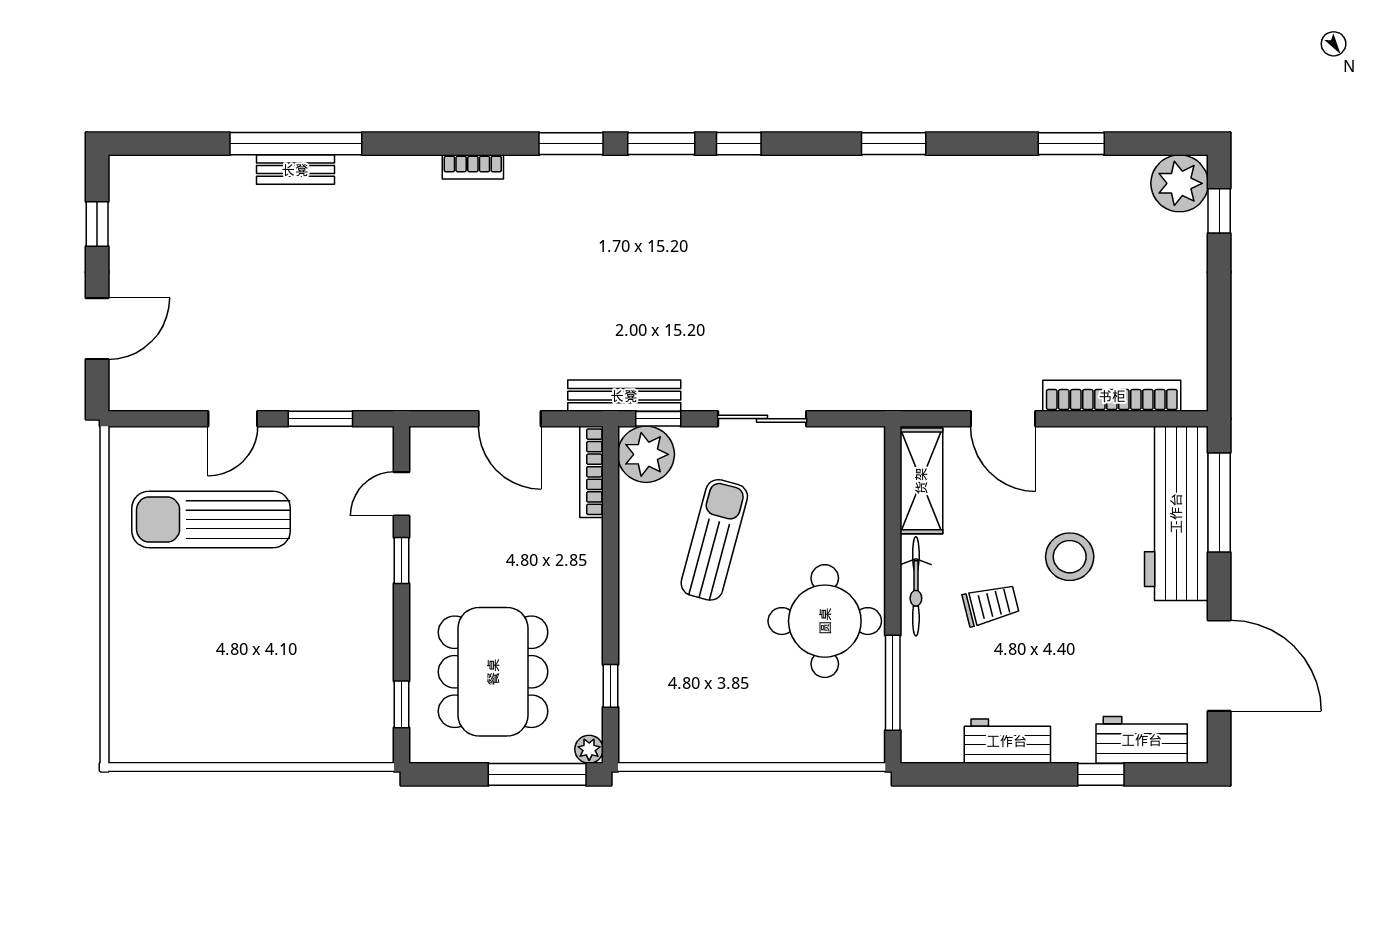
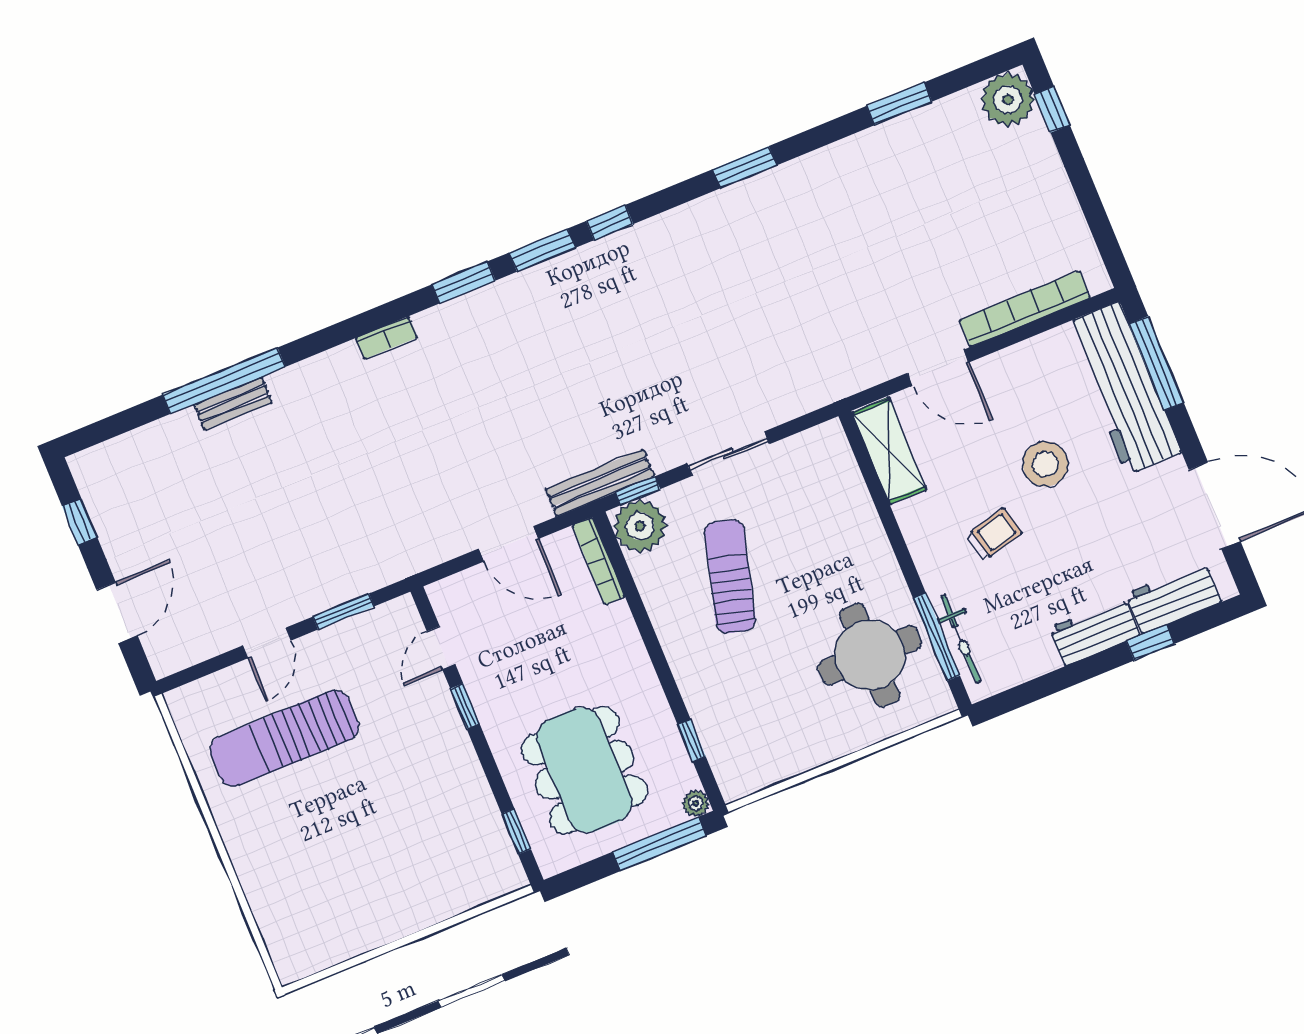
bicycle: (916, 586) -> (961, 639), moved
round table: (825, 621) -> (870, 655), moved
workbench: (1007, 741) -> (1094, 632), moved

